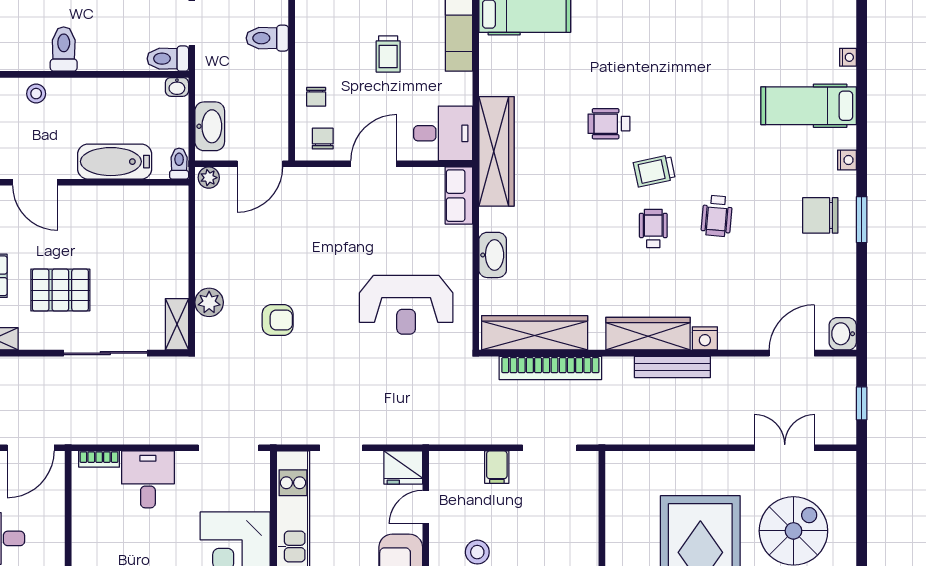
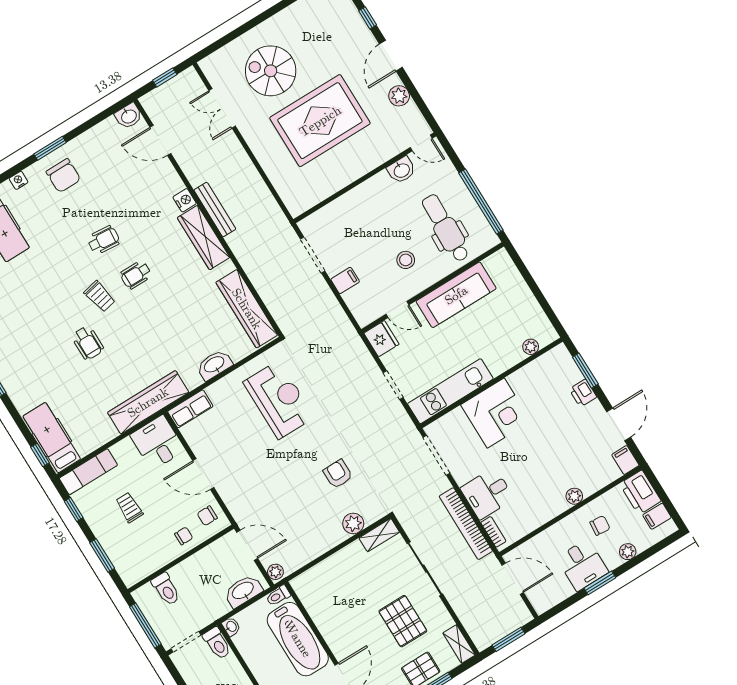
trolley: (388, 54) -> (129, 508), turned -90
bathtub: (115, 162) -> (298, 639), width x1.36, depth x1.36
bookcase: (550, 368) -> (466, 524), moved, turned 180

